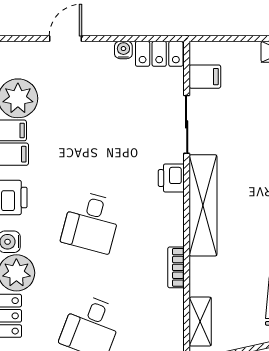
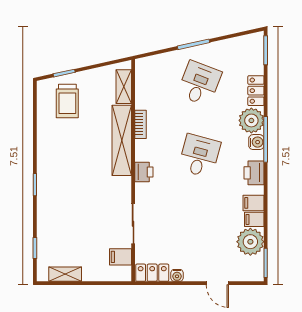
door: (65, 39) -> (217, 283), hinge flipped
printer: (171, 178) -> (144, 172), moved
shelving: (203, 205) -> (122, 140), moved

